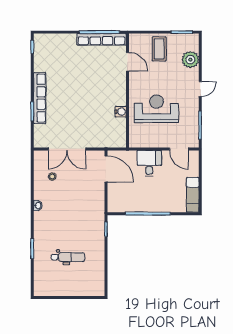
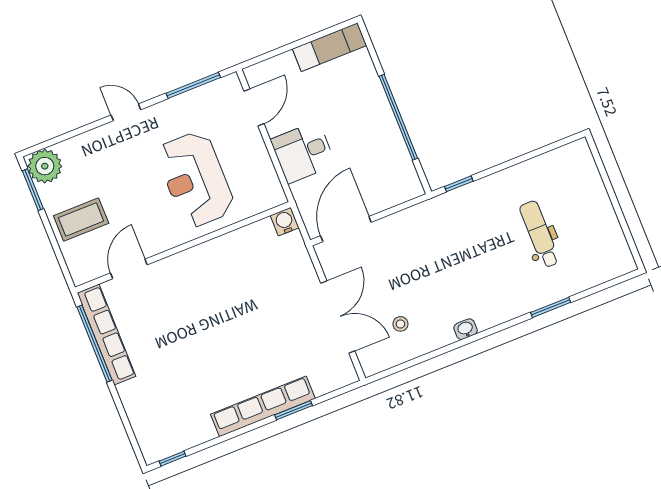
plant: (190, 60) -> (45, 166), moved
water cooler: (121, 112) -> (285, 222), moved

